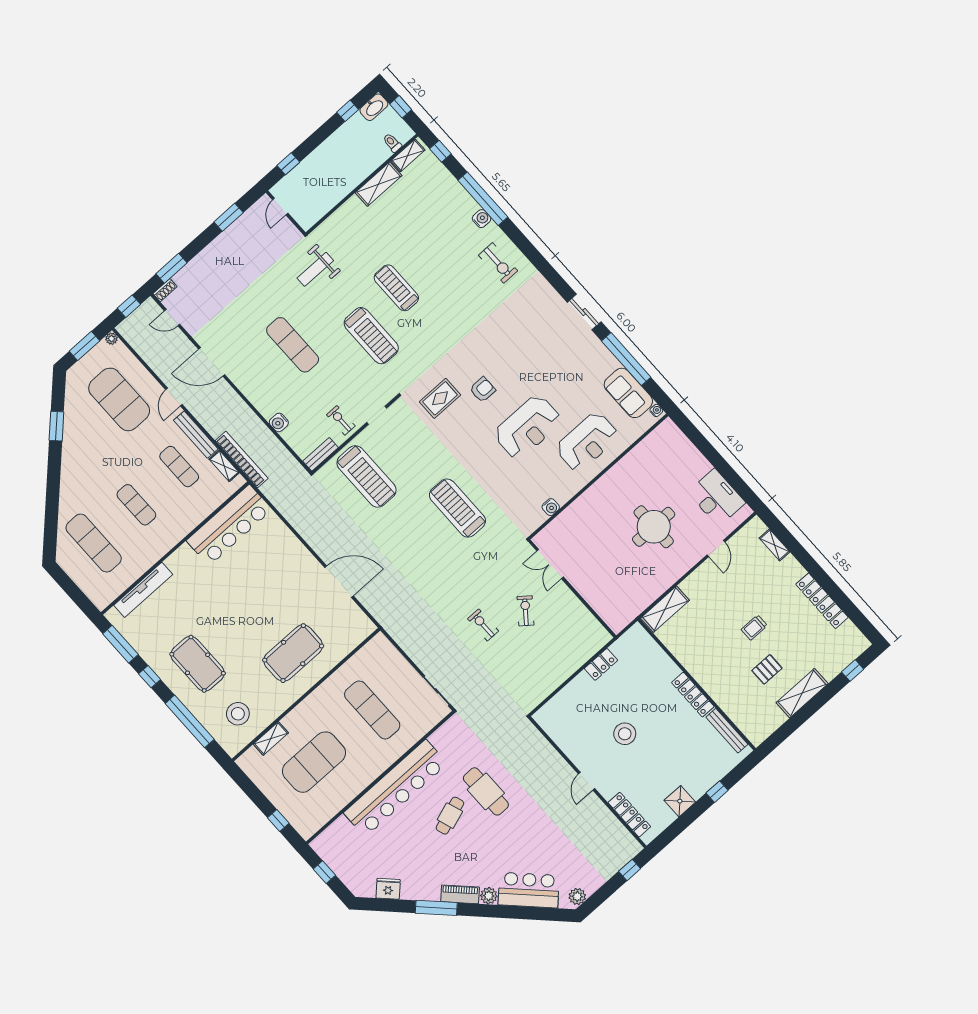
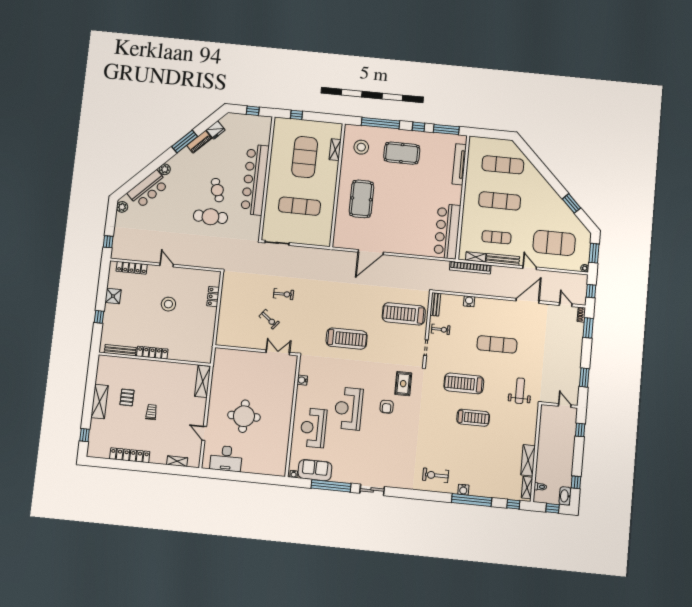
door: (172, 318) -> (566, 305), hinge flipped
exercise mat: (136, 505) -> (500, 201), width x1.36, depth x1.45
locker: (601, 664) -> (213, 297), moved
piano: (460, 894) -> (199, 142), moved

